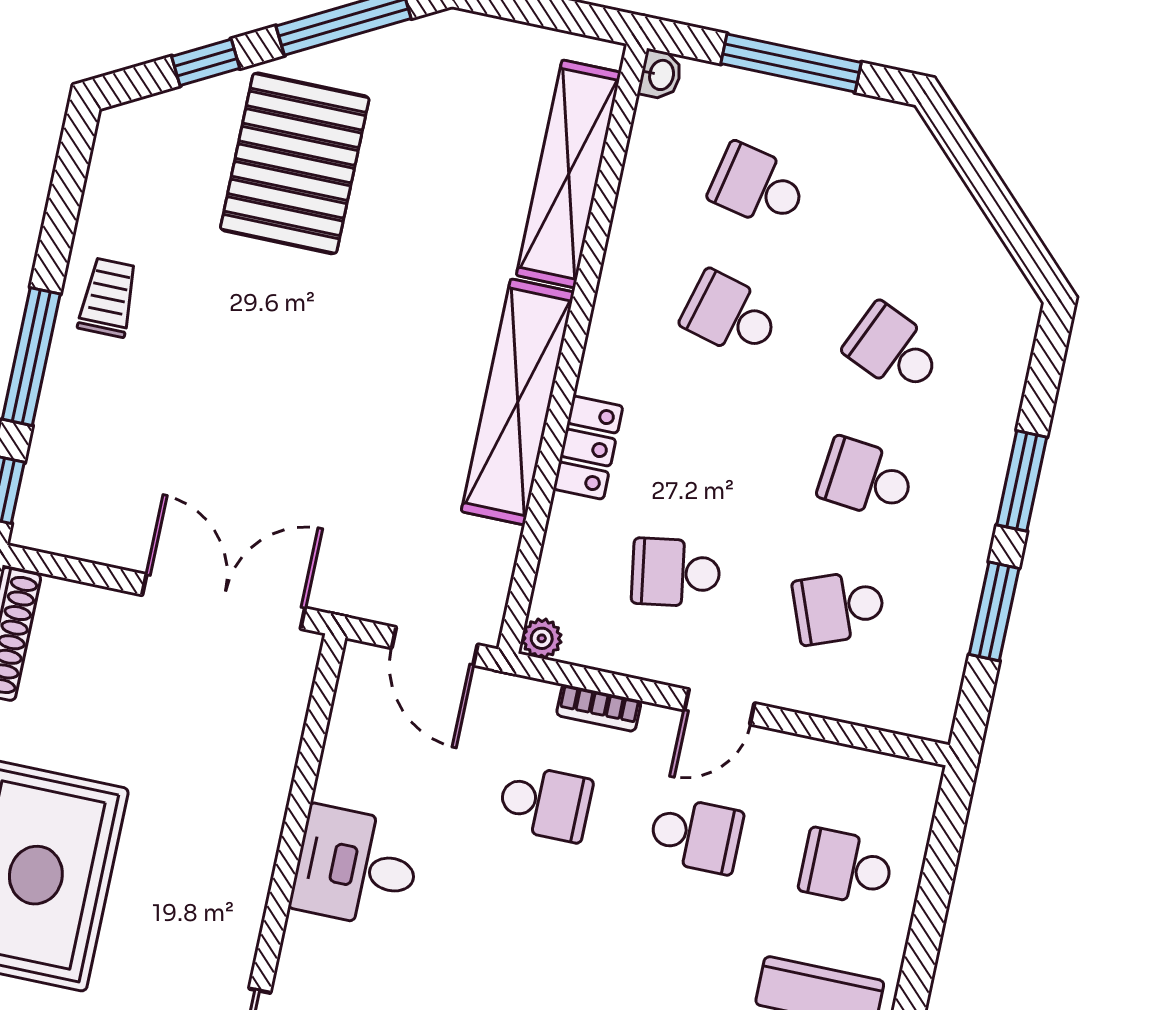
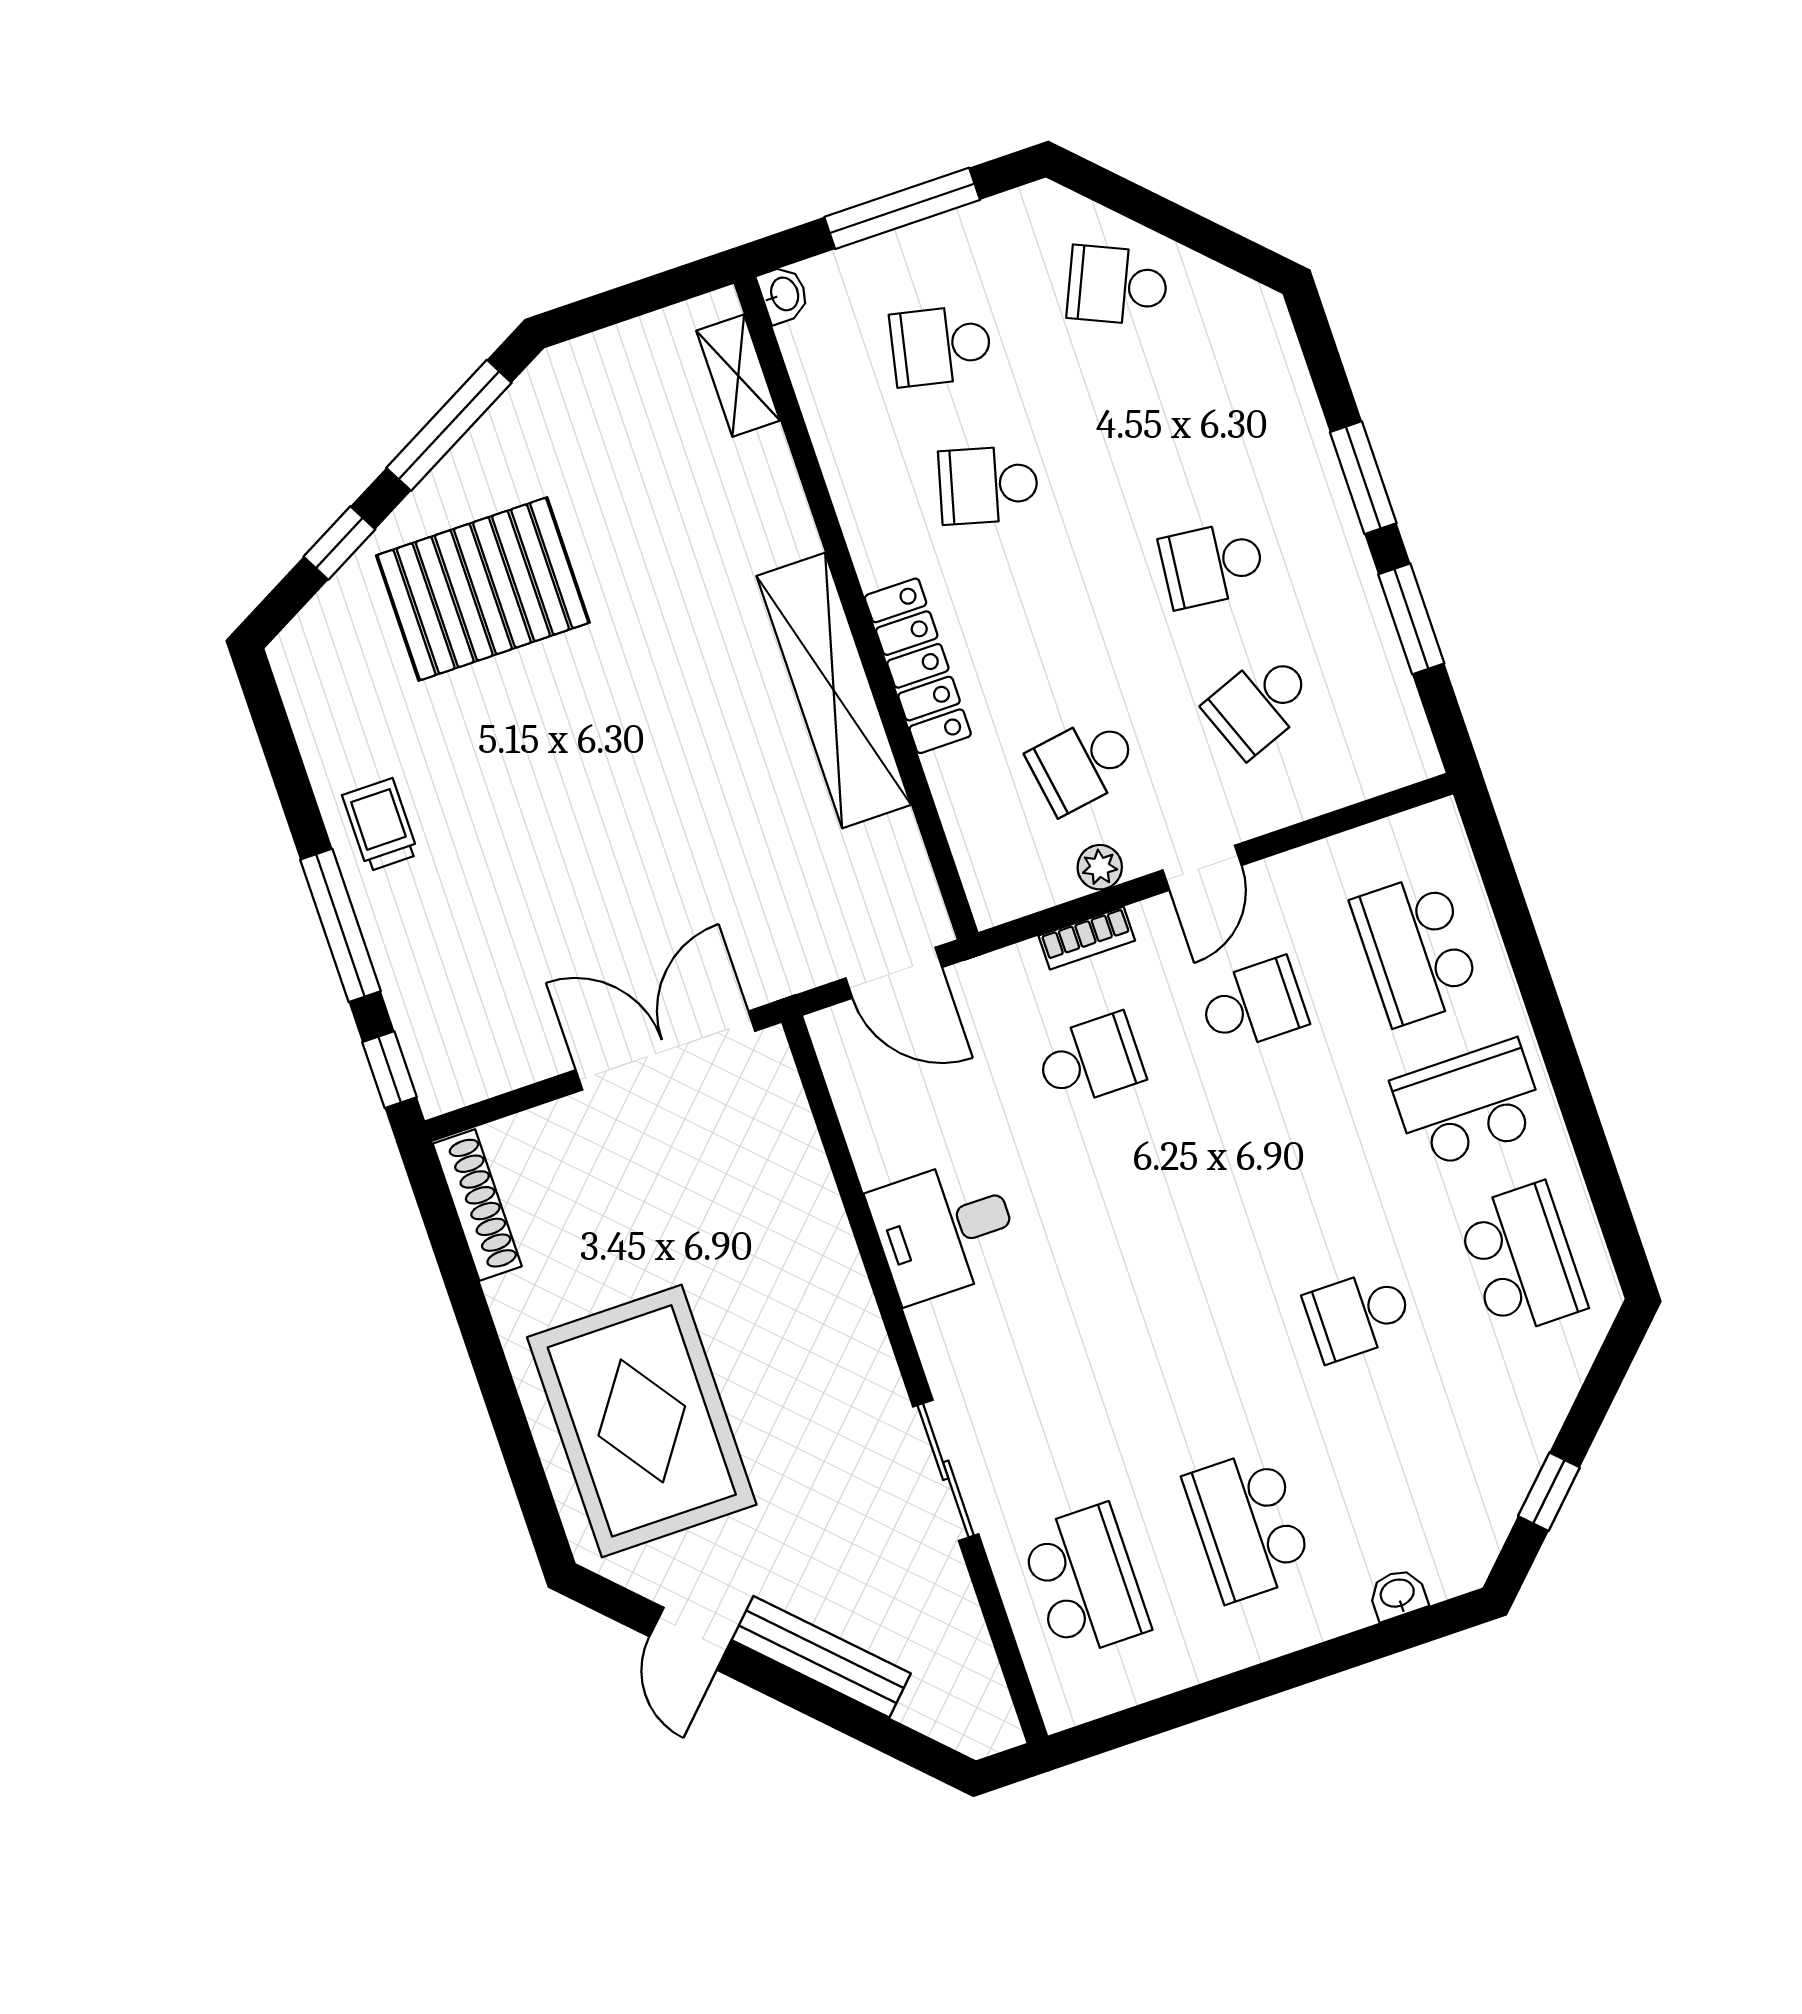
pallet: (295, 163) -> (483, 589), turned 90
shelving: (569, 174) -> (738, 376), width x0.45, depth x0.75
school desk: (894, 350) -> (1118, 285), moved
locker: (588, 448) -> (918, 666), width x1.53
plant: (542, 638) -> (1100, 867), moved
school desk: (846, 867) -> (1416, 949), width x1.85

